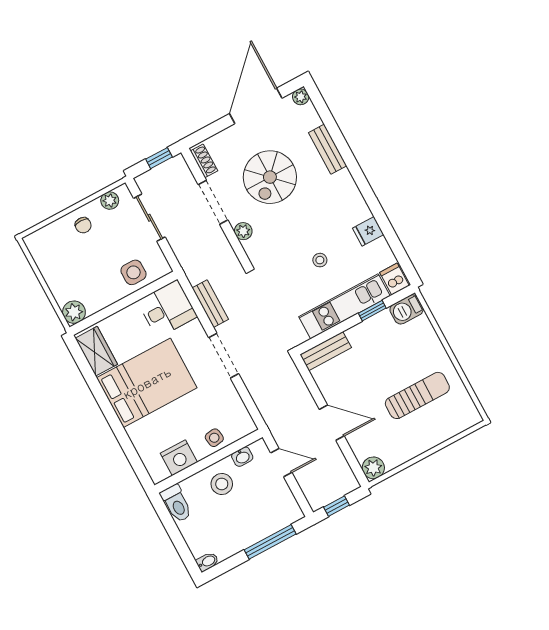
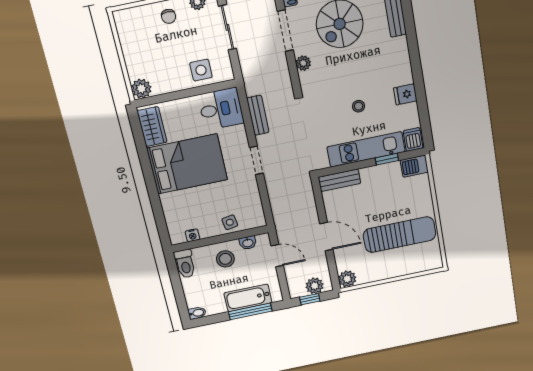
doorway: (224, 356) -> (256, 160), width x0.73
sun lounger: (417, 395) -> (400, 235), width x1.36, depth x1.34
nightstand: (179, 458) -> (192, 235), width x0.53, depth x0.56
plant: (337, 488) -> (315, 286), added
bathtub: (262, 525) -> (248, 298), added

